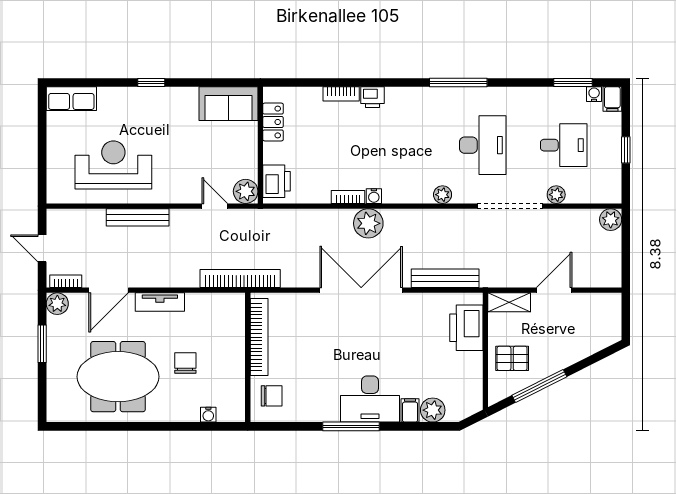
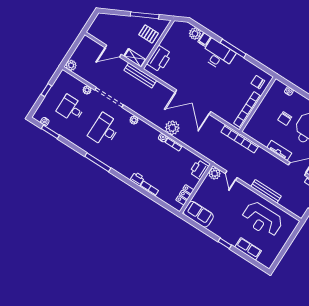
row of seats: (71, 99) -> (248, 249), moved
filing cabinet: (612, 99) -> (38, 115), removed
bench: (445, 278) -> (140, 75), moved

